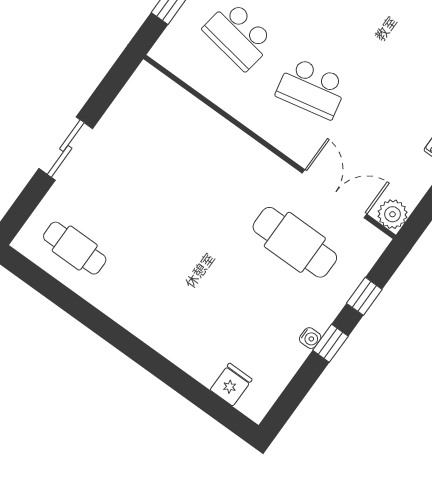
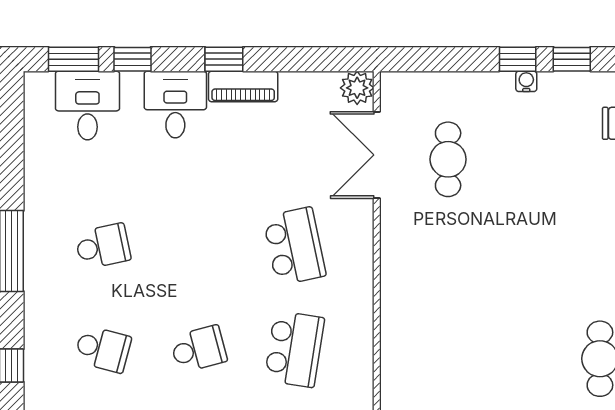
cafe table: (295, 242) -> (448, 159), width x0.73, depth x0.74
window: (364, 296) -> (572, 59), moved

